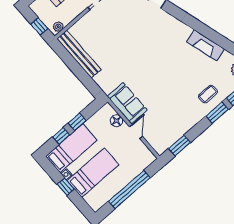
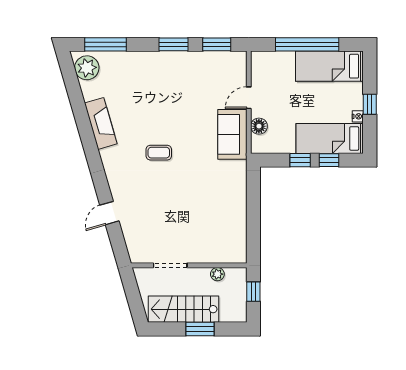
plant: (58, 27) -> (217, 274), moved
bench: (79, 54) -> (238, 228), removed
coffee table: (208, 94) -> (159, 153), moved
window: (217, 113) -> (173, 44), moved
bed: (93, 173) -> (329, 66), moved

